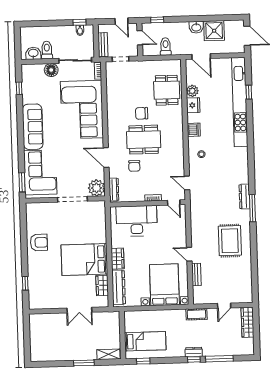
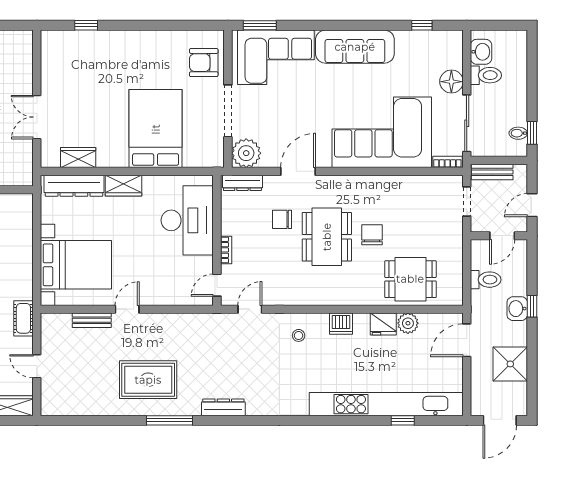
window: (157, 20) -> (532, 306), moved
washbasin: (196, 27) -> (517, 309), moved
window: (252, 208) -> (169, 420), moved
armchair: (39, 242) -> (204, 63), moved, turned 90
bed: (84, 260) -> (156, 129), moved

